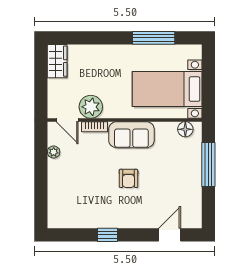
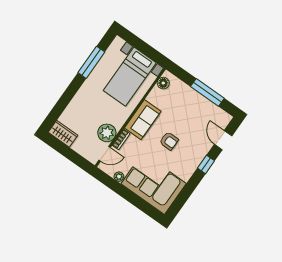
window: (208, 164) -> (207, 92), moved
corner sofa: (72, 194) -> (154, 184), added
window: (108, 235) -> (206, 164), moved

